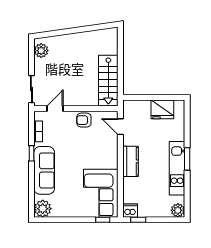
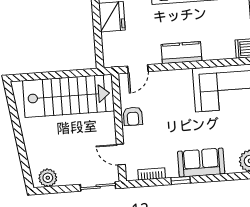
stairs: (108, 81) -> (68, 96), width x1.36, depth x1.51
sofa: (44, 170) -> (201, 163), width x0.73

